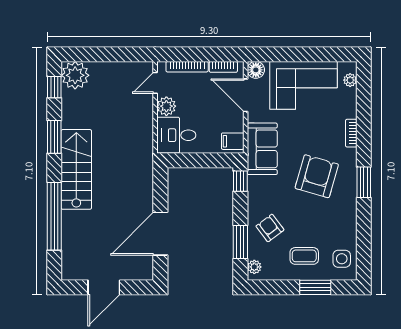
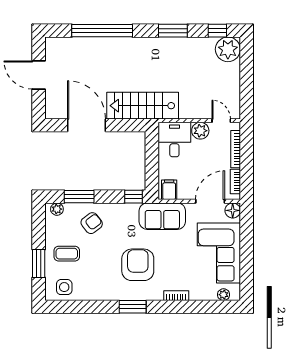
stairs: (76, 169) -> (143, 106), moved, turned 180
armchair: (317, 176) -> (138, 265), turned -106
coffee table: (304, 256) -> (67, 254), turned 90

